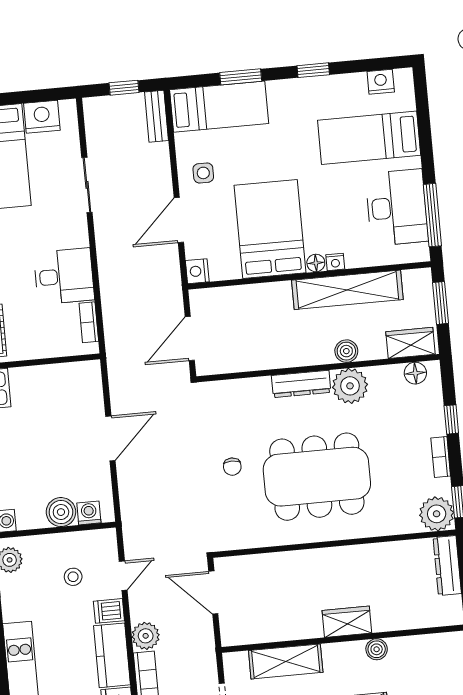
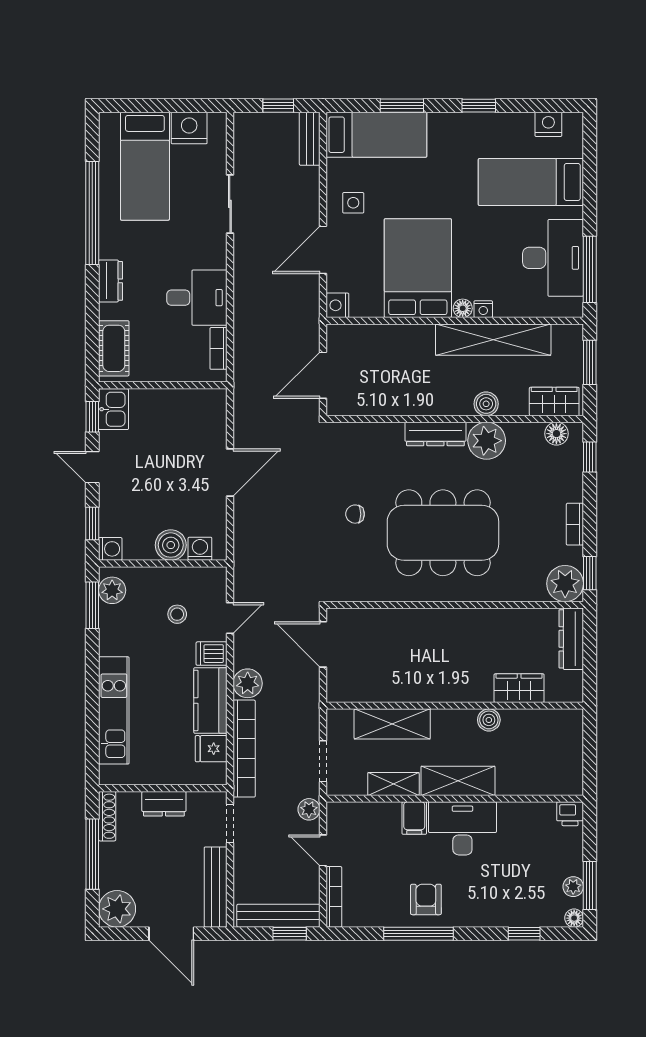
window: (451, 419) -> (590, 457), moved
chair: (232, 467) -> (355, 514), turned 90
wardrobe: (347, 622) -> (519, 688), moved

